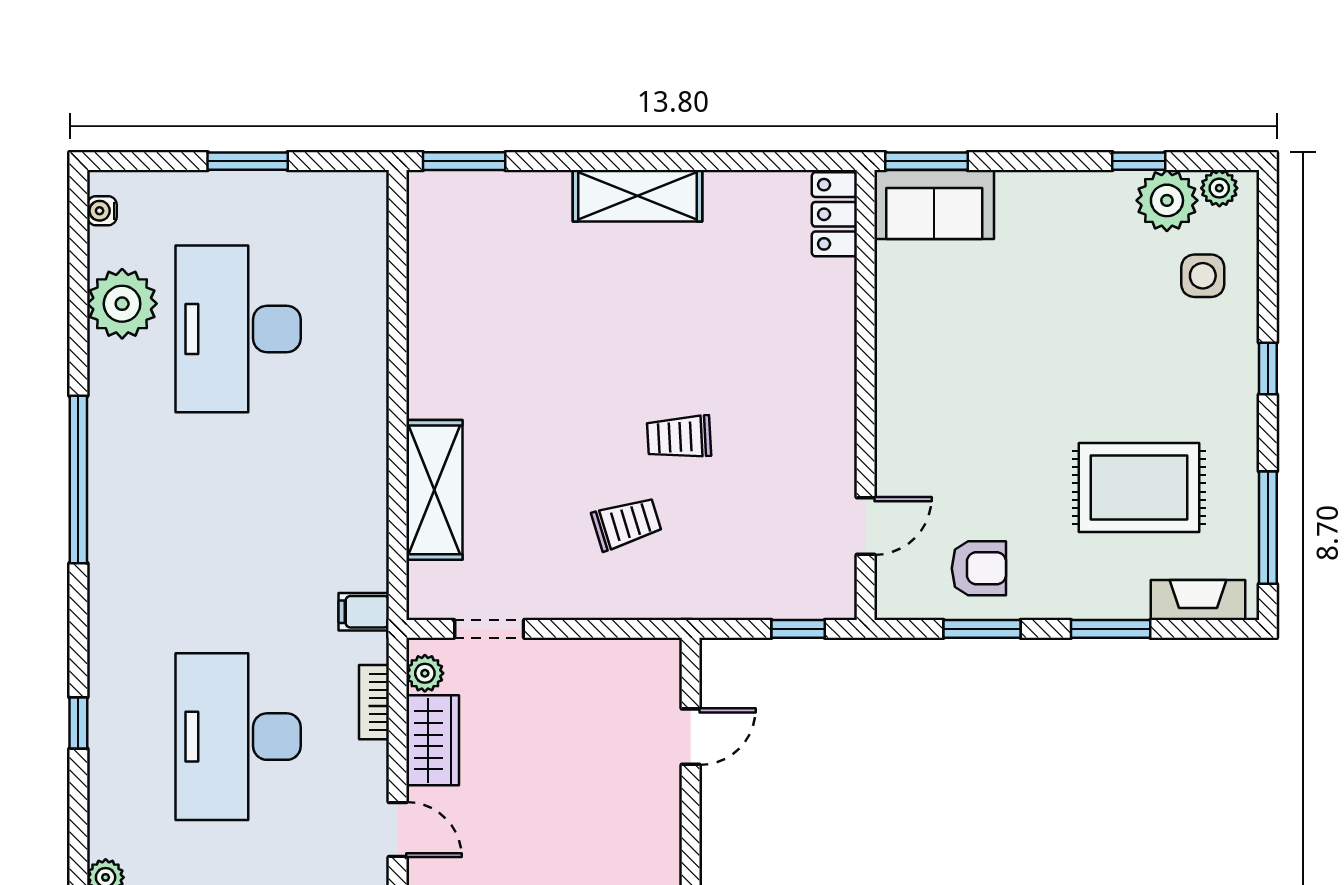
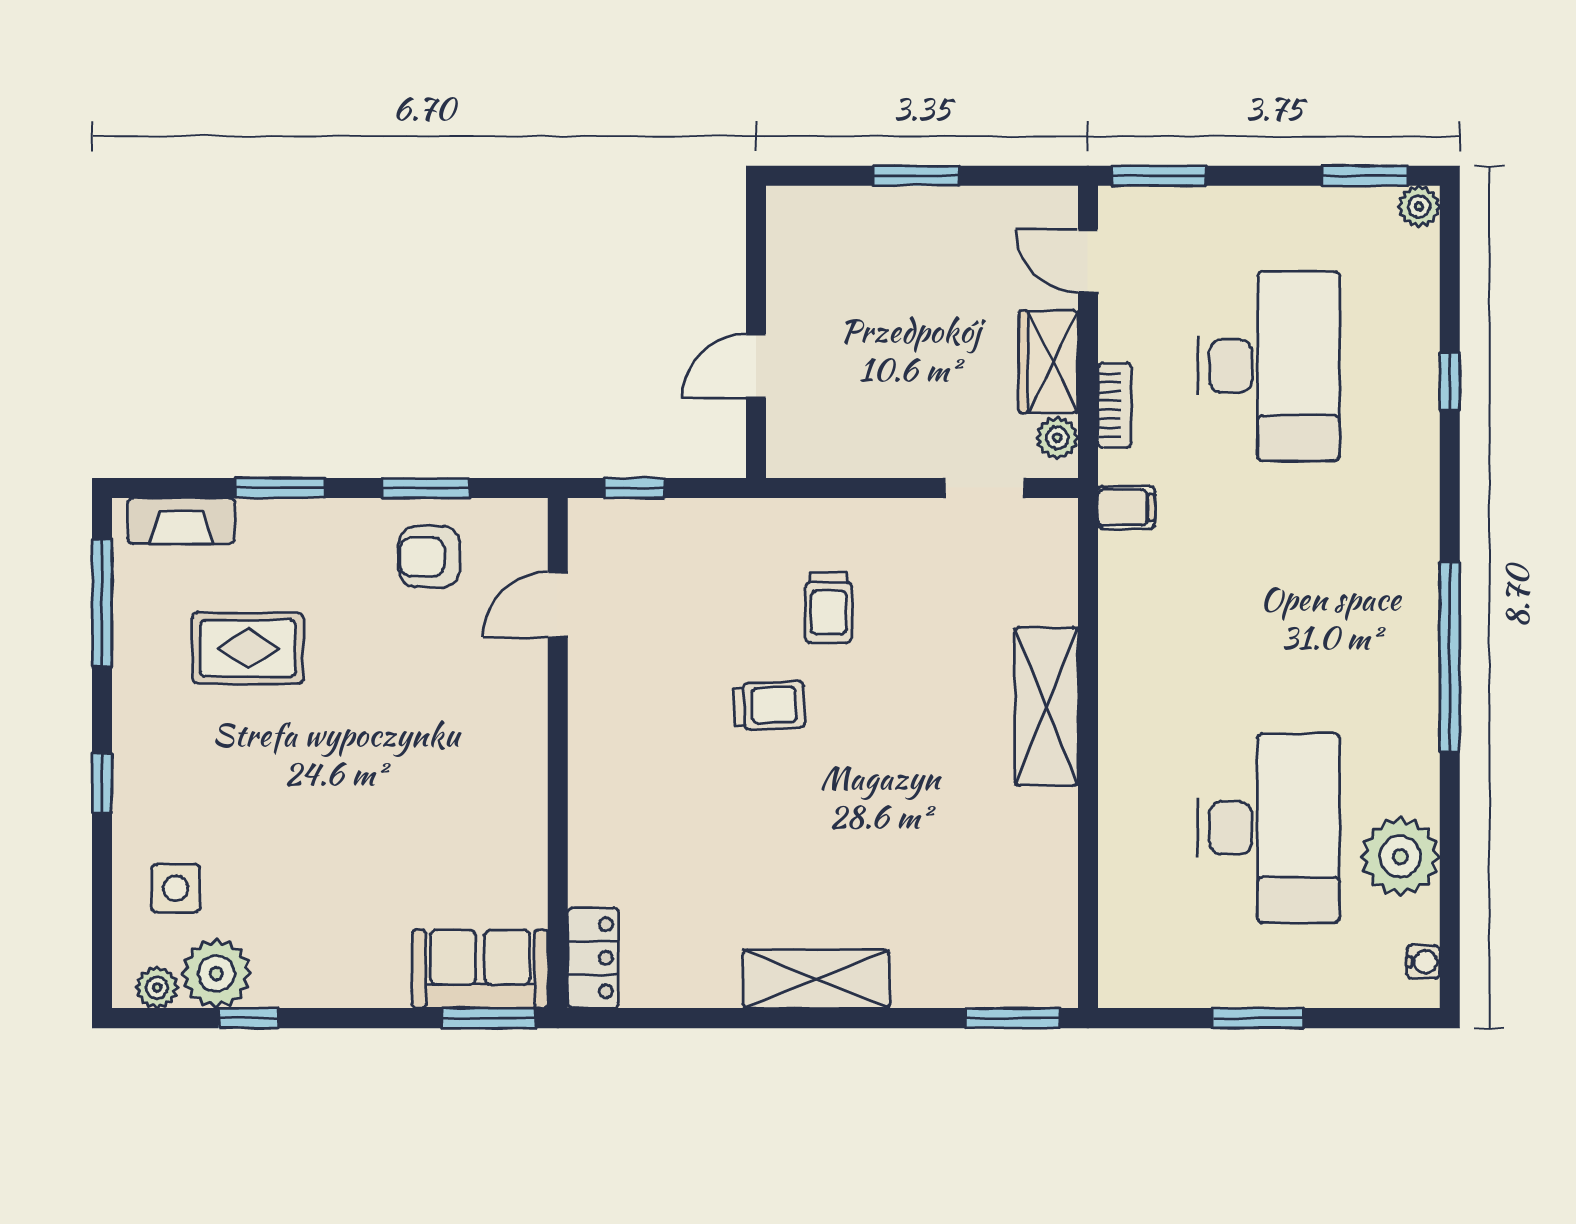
rug: (1139, 488) -> (248, 648), width x0.73, depth x0.70
shelving: (434, 490) -> (1046, 706), moved
trolley: (627, 523) -> (829, 608), turned -73

